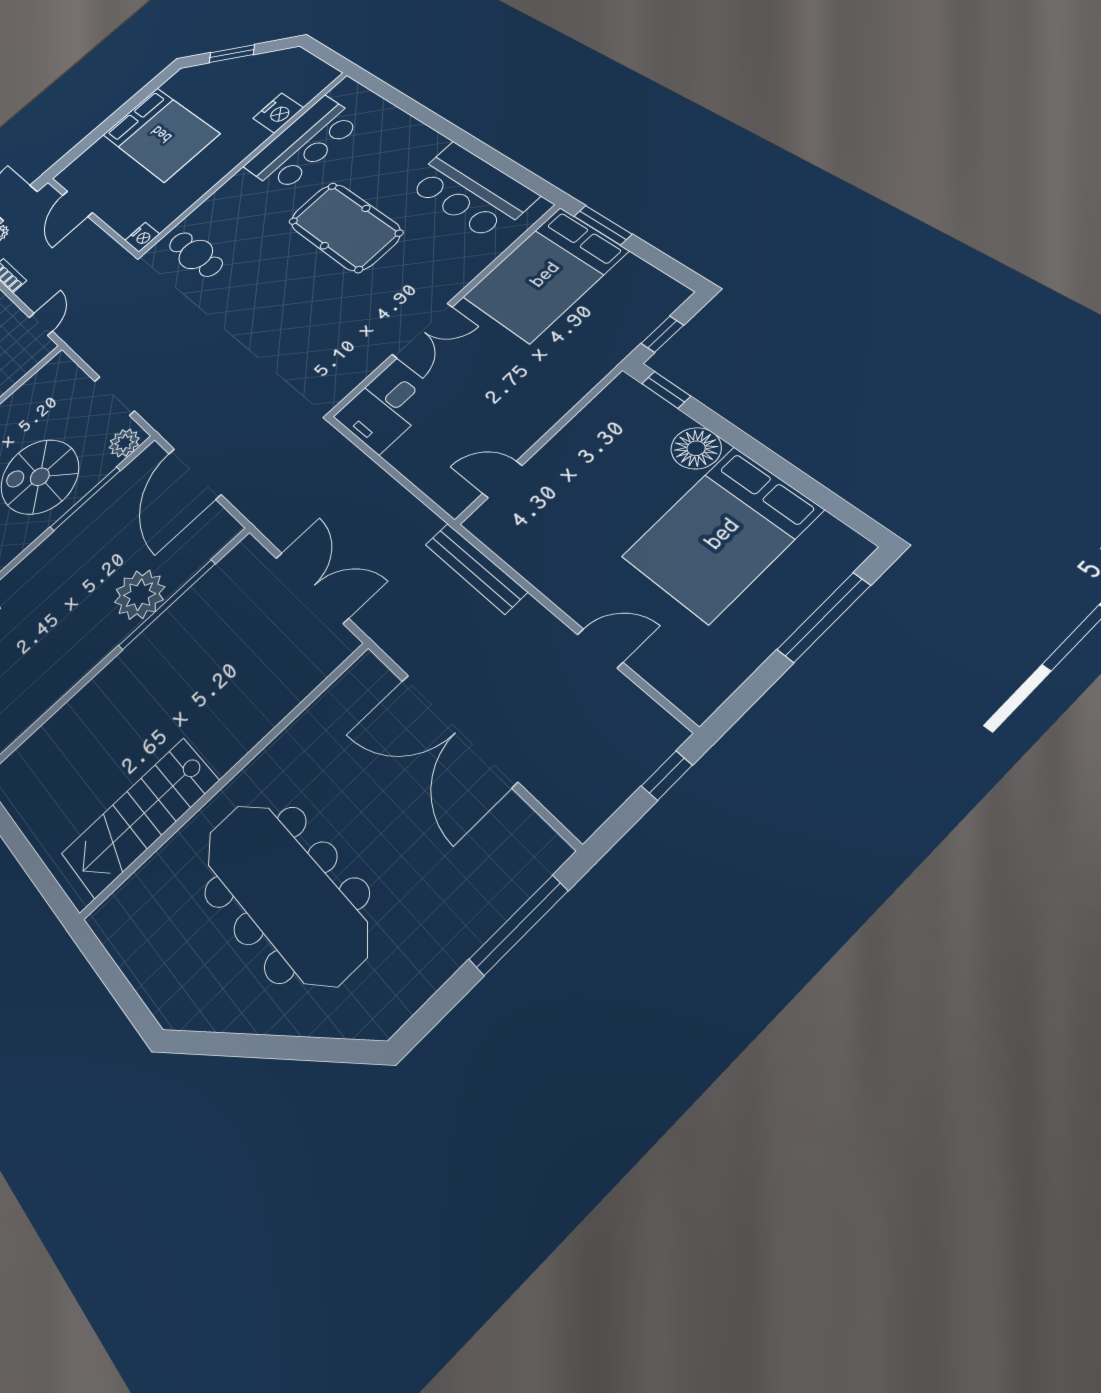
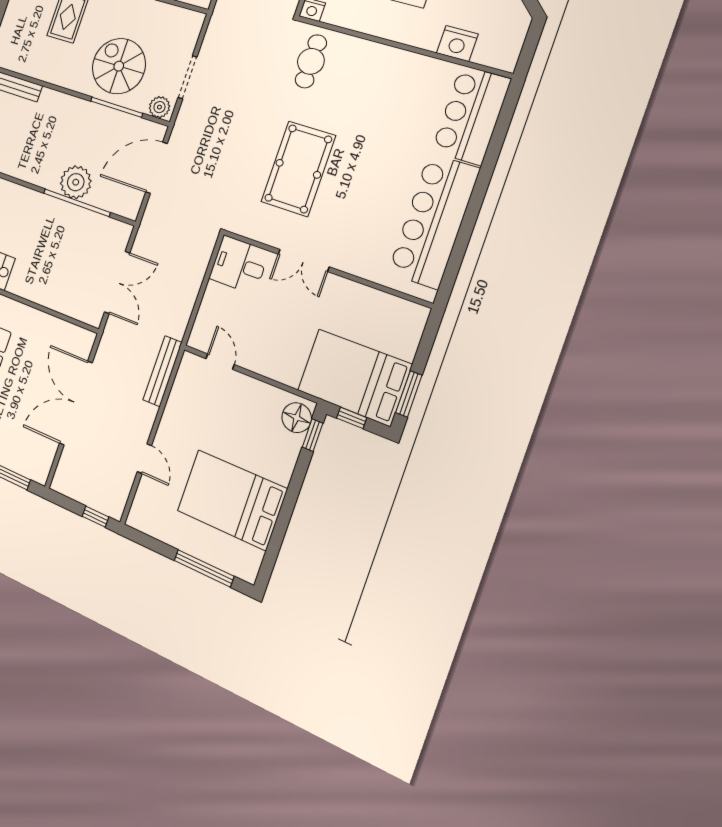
bar counter: (303, 144) -> (471, 115), moved, turned 90
bar counter: (472, 190) -> (434, 221), width x1.36
window: (603, 225) -> (409, 394), moved
pool table: (345, 227) -> (298, 169), moved
bed: (545, 274) -> (354, 377), moved
floor lamp: (696, 448) -> (297, 418), moved

